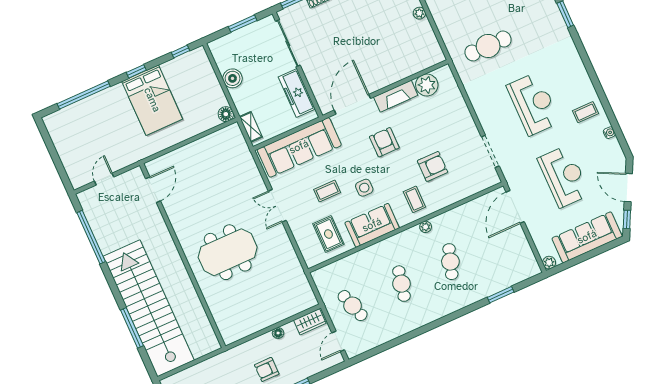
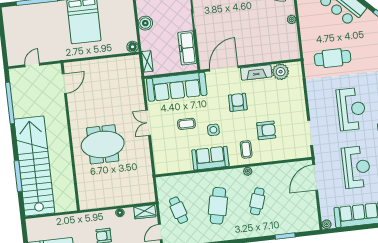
rug: (328, 234) -> (178, 154), removed
cafe table: (401, 284) -> (218, 206), width x1.37, depth x1.35

